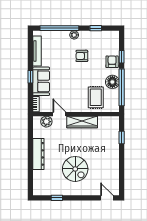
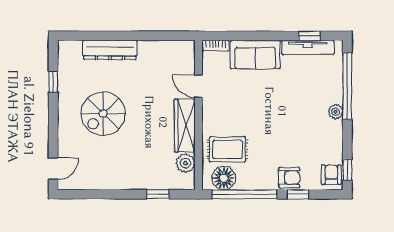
window: (96, 28) -> (347, 170), moved
armchair: (82, 56) -> (331, 175), moved
window: (30, 77) -> (309, 36), moved
floor lamp: (112, 82) -> (224, 178), moved
door: (59, 114) -> (198, 86), swing flipped
plant: (46, 122) -> (185, 163), moved
dresser: (38, 154) -> (110, 50), moved

